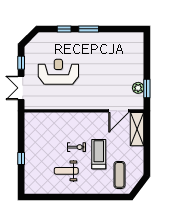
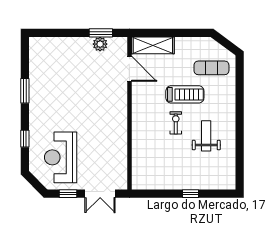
window: (89, 29) -> (25, 91), moved
reception desk: (58, 72) -> (61, 157), moved
treadmill: (99, 154) -> (185, 94), turned 180
weight bench: (66, 171) -> (206, 136), turned 180

